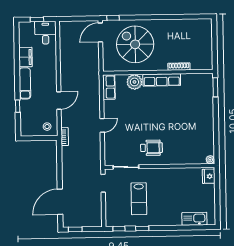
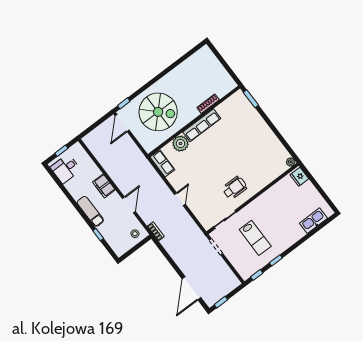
desk: (45, 33) -> (66, 169), moved, turned -90
spiral stairs: (135, 44) -> (158, 112), turned 180
filing cabinet: (26, 57) -> (104, 186), moved, turned 180

